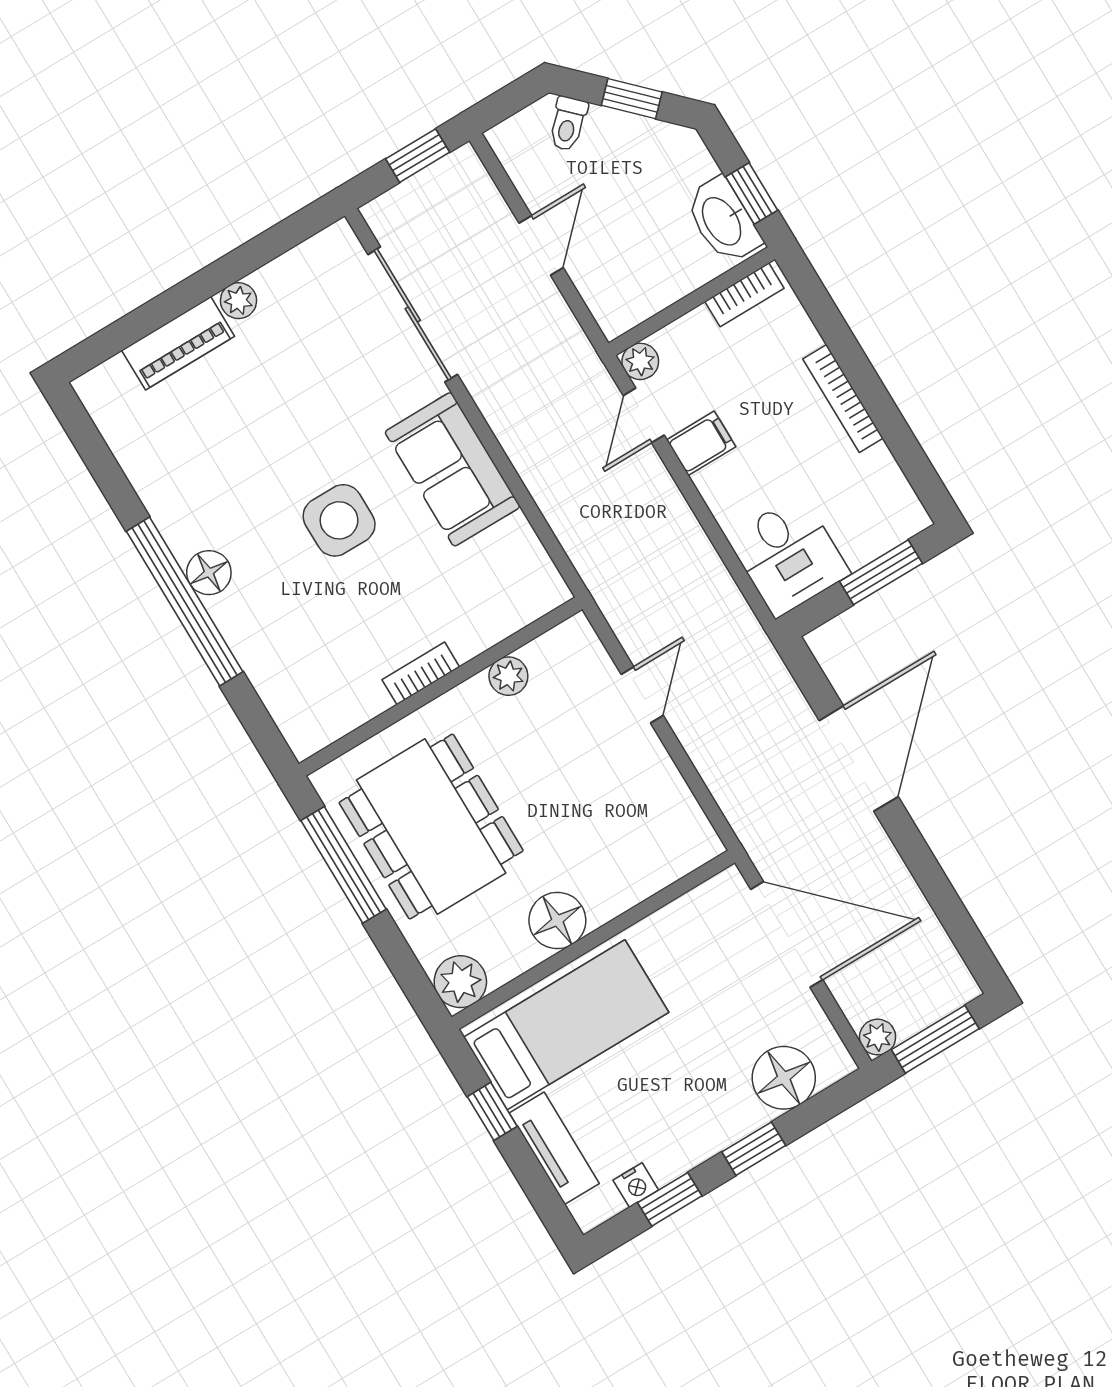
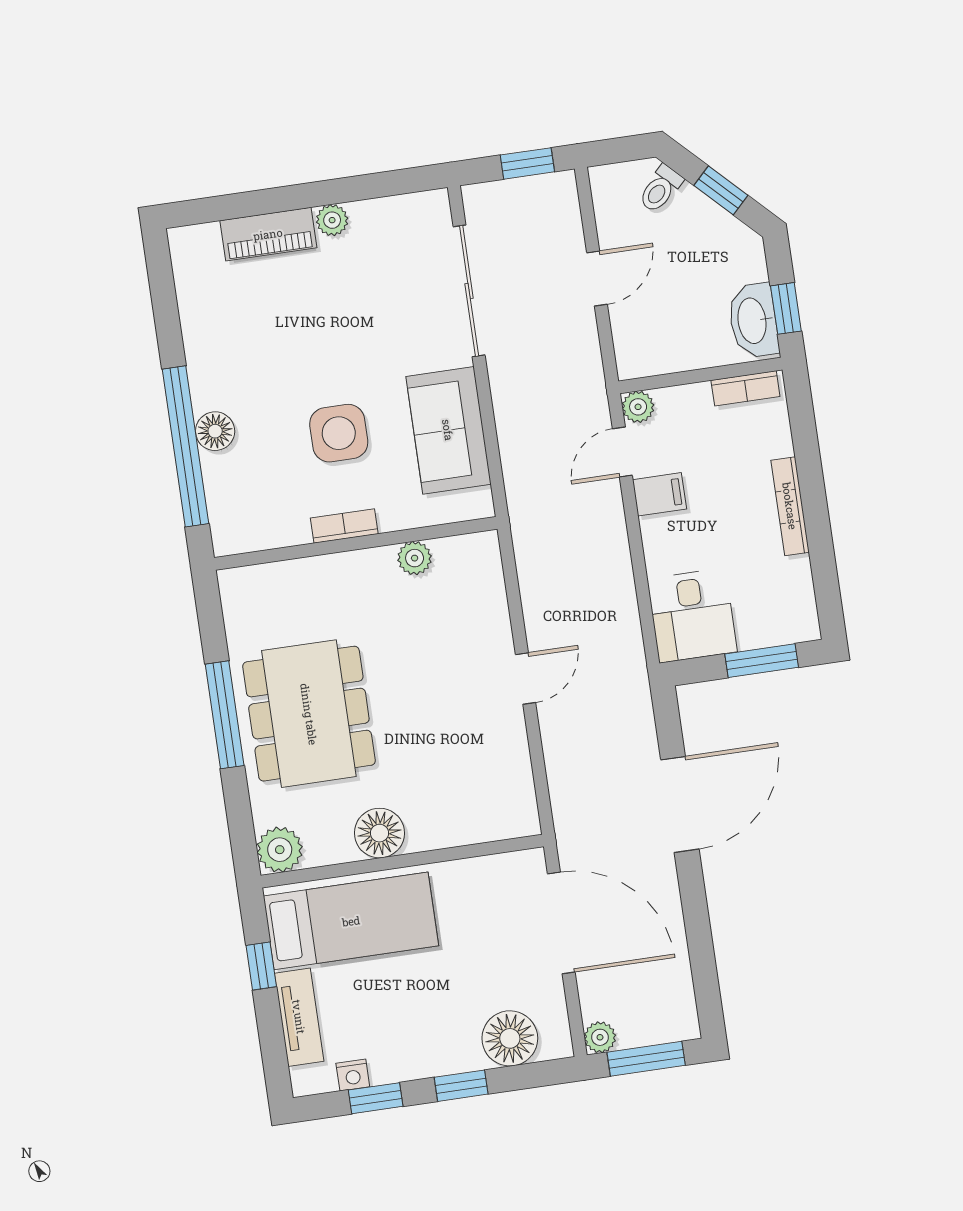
bookcase: (421, 673) -> (344, 526), moved
plant: (508, 676) -> (415, 558), moved
wall: (441, 687) -> (356, 543), moved

